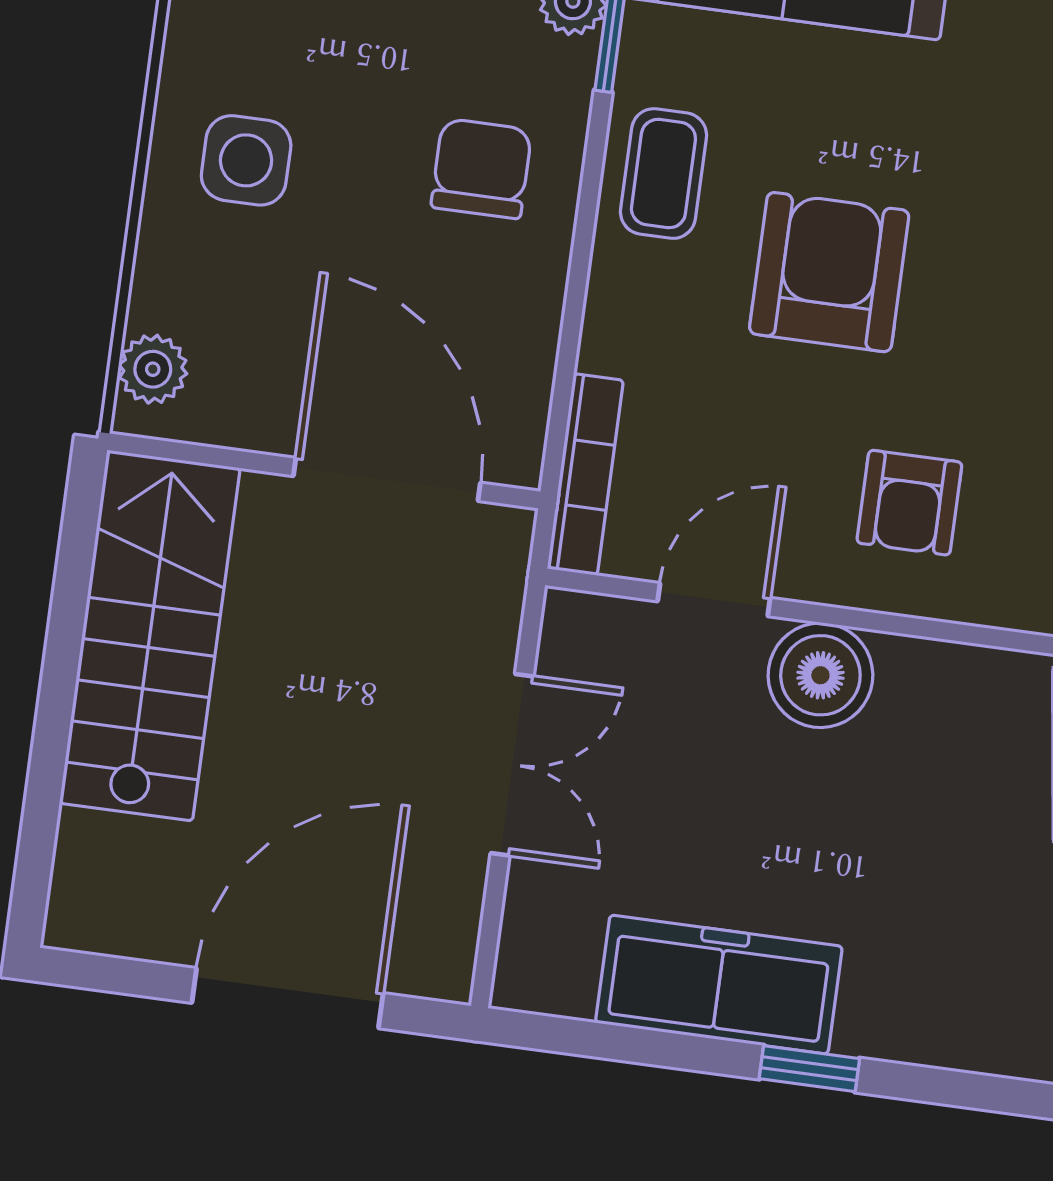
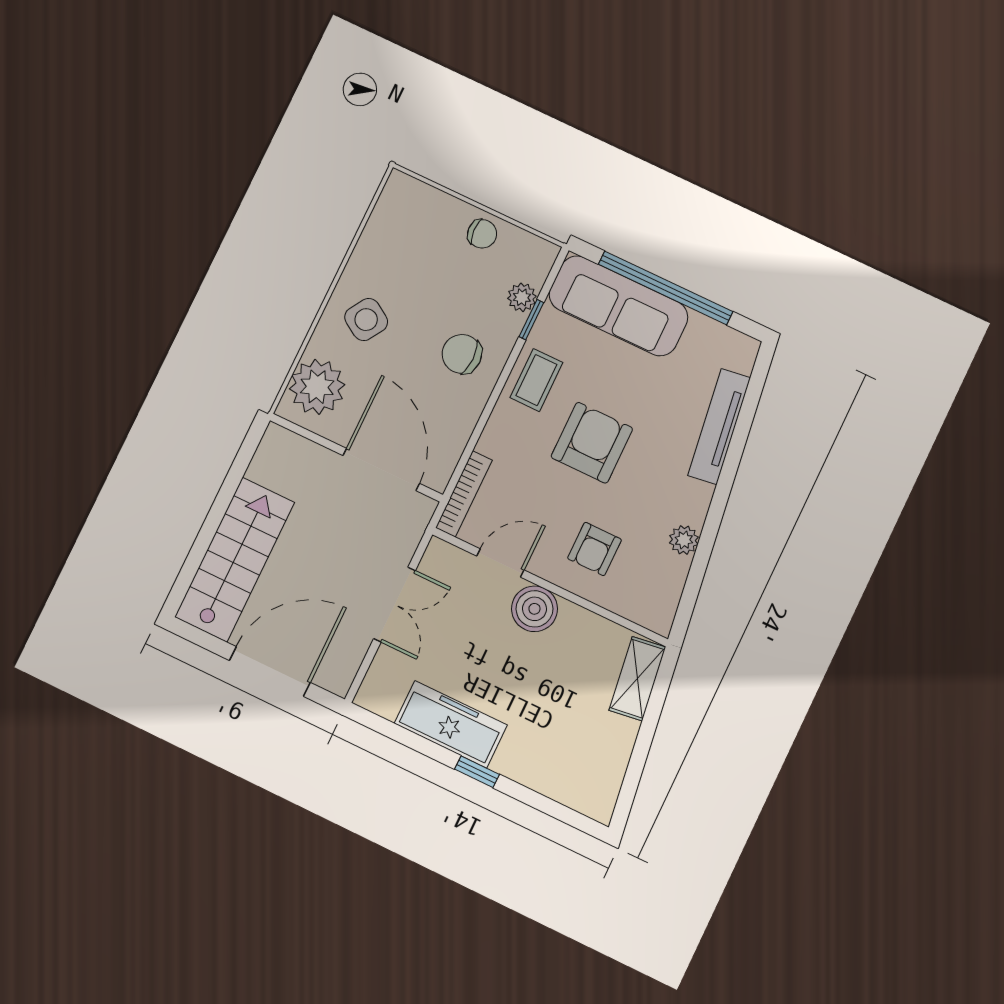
side table: (246, 160) -> (366, 320), turned 32
chair: (481, 169) -> (462, 354), turned -90
plant: (153, 369) -> (317, 387), width x1.87, depth x1.87
stairs: (150, 636) -> (235, 560), moved

